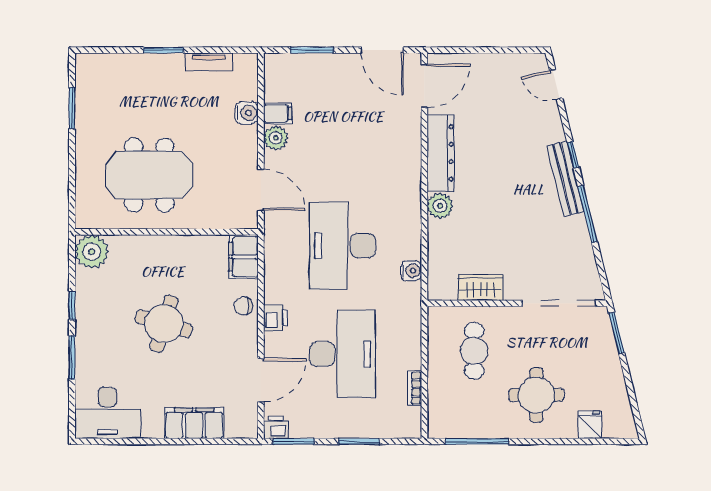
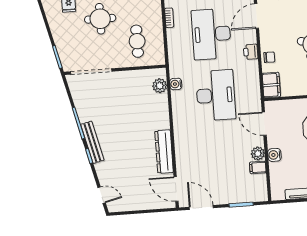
door: (424, 86) -> (176, 189), hinge flipped
water cooler: (247, 113) -> (274, 155), moved
plant: (440, 206) -> (160, 86), moved
wardrobe: (480, 287) -> (136, 77), removed

